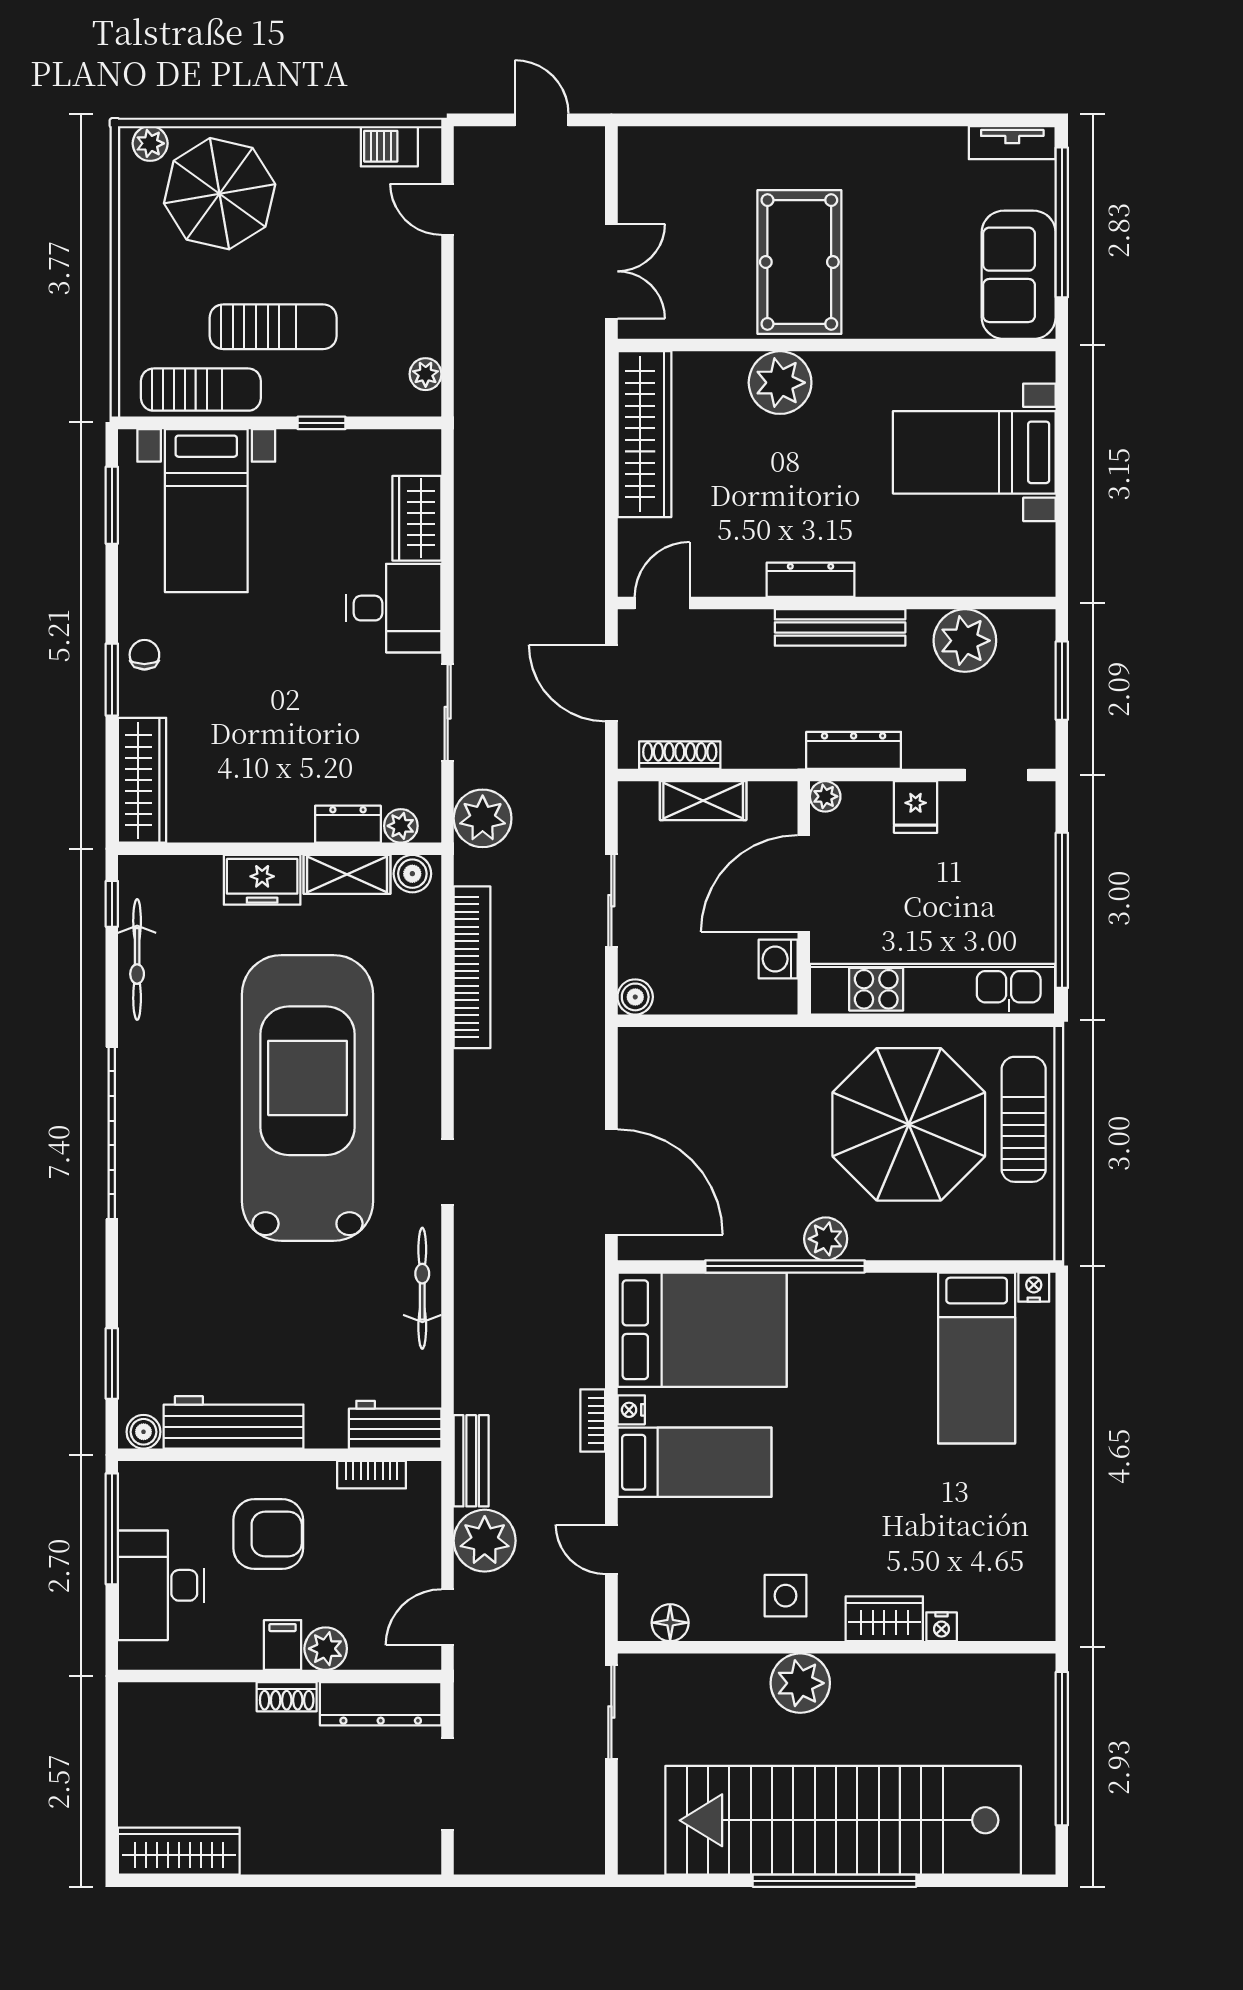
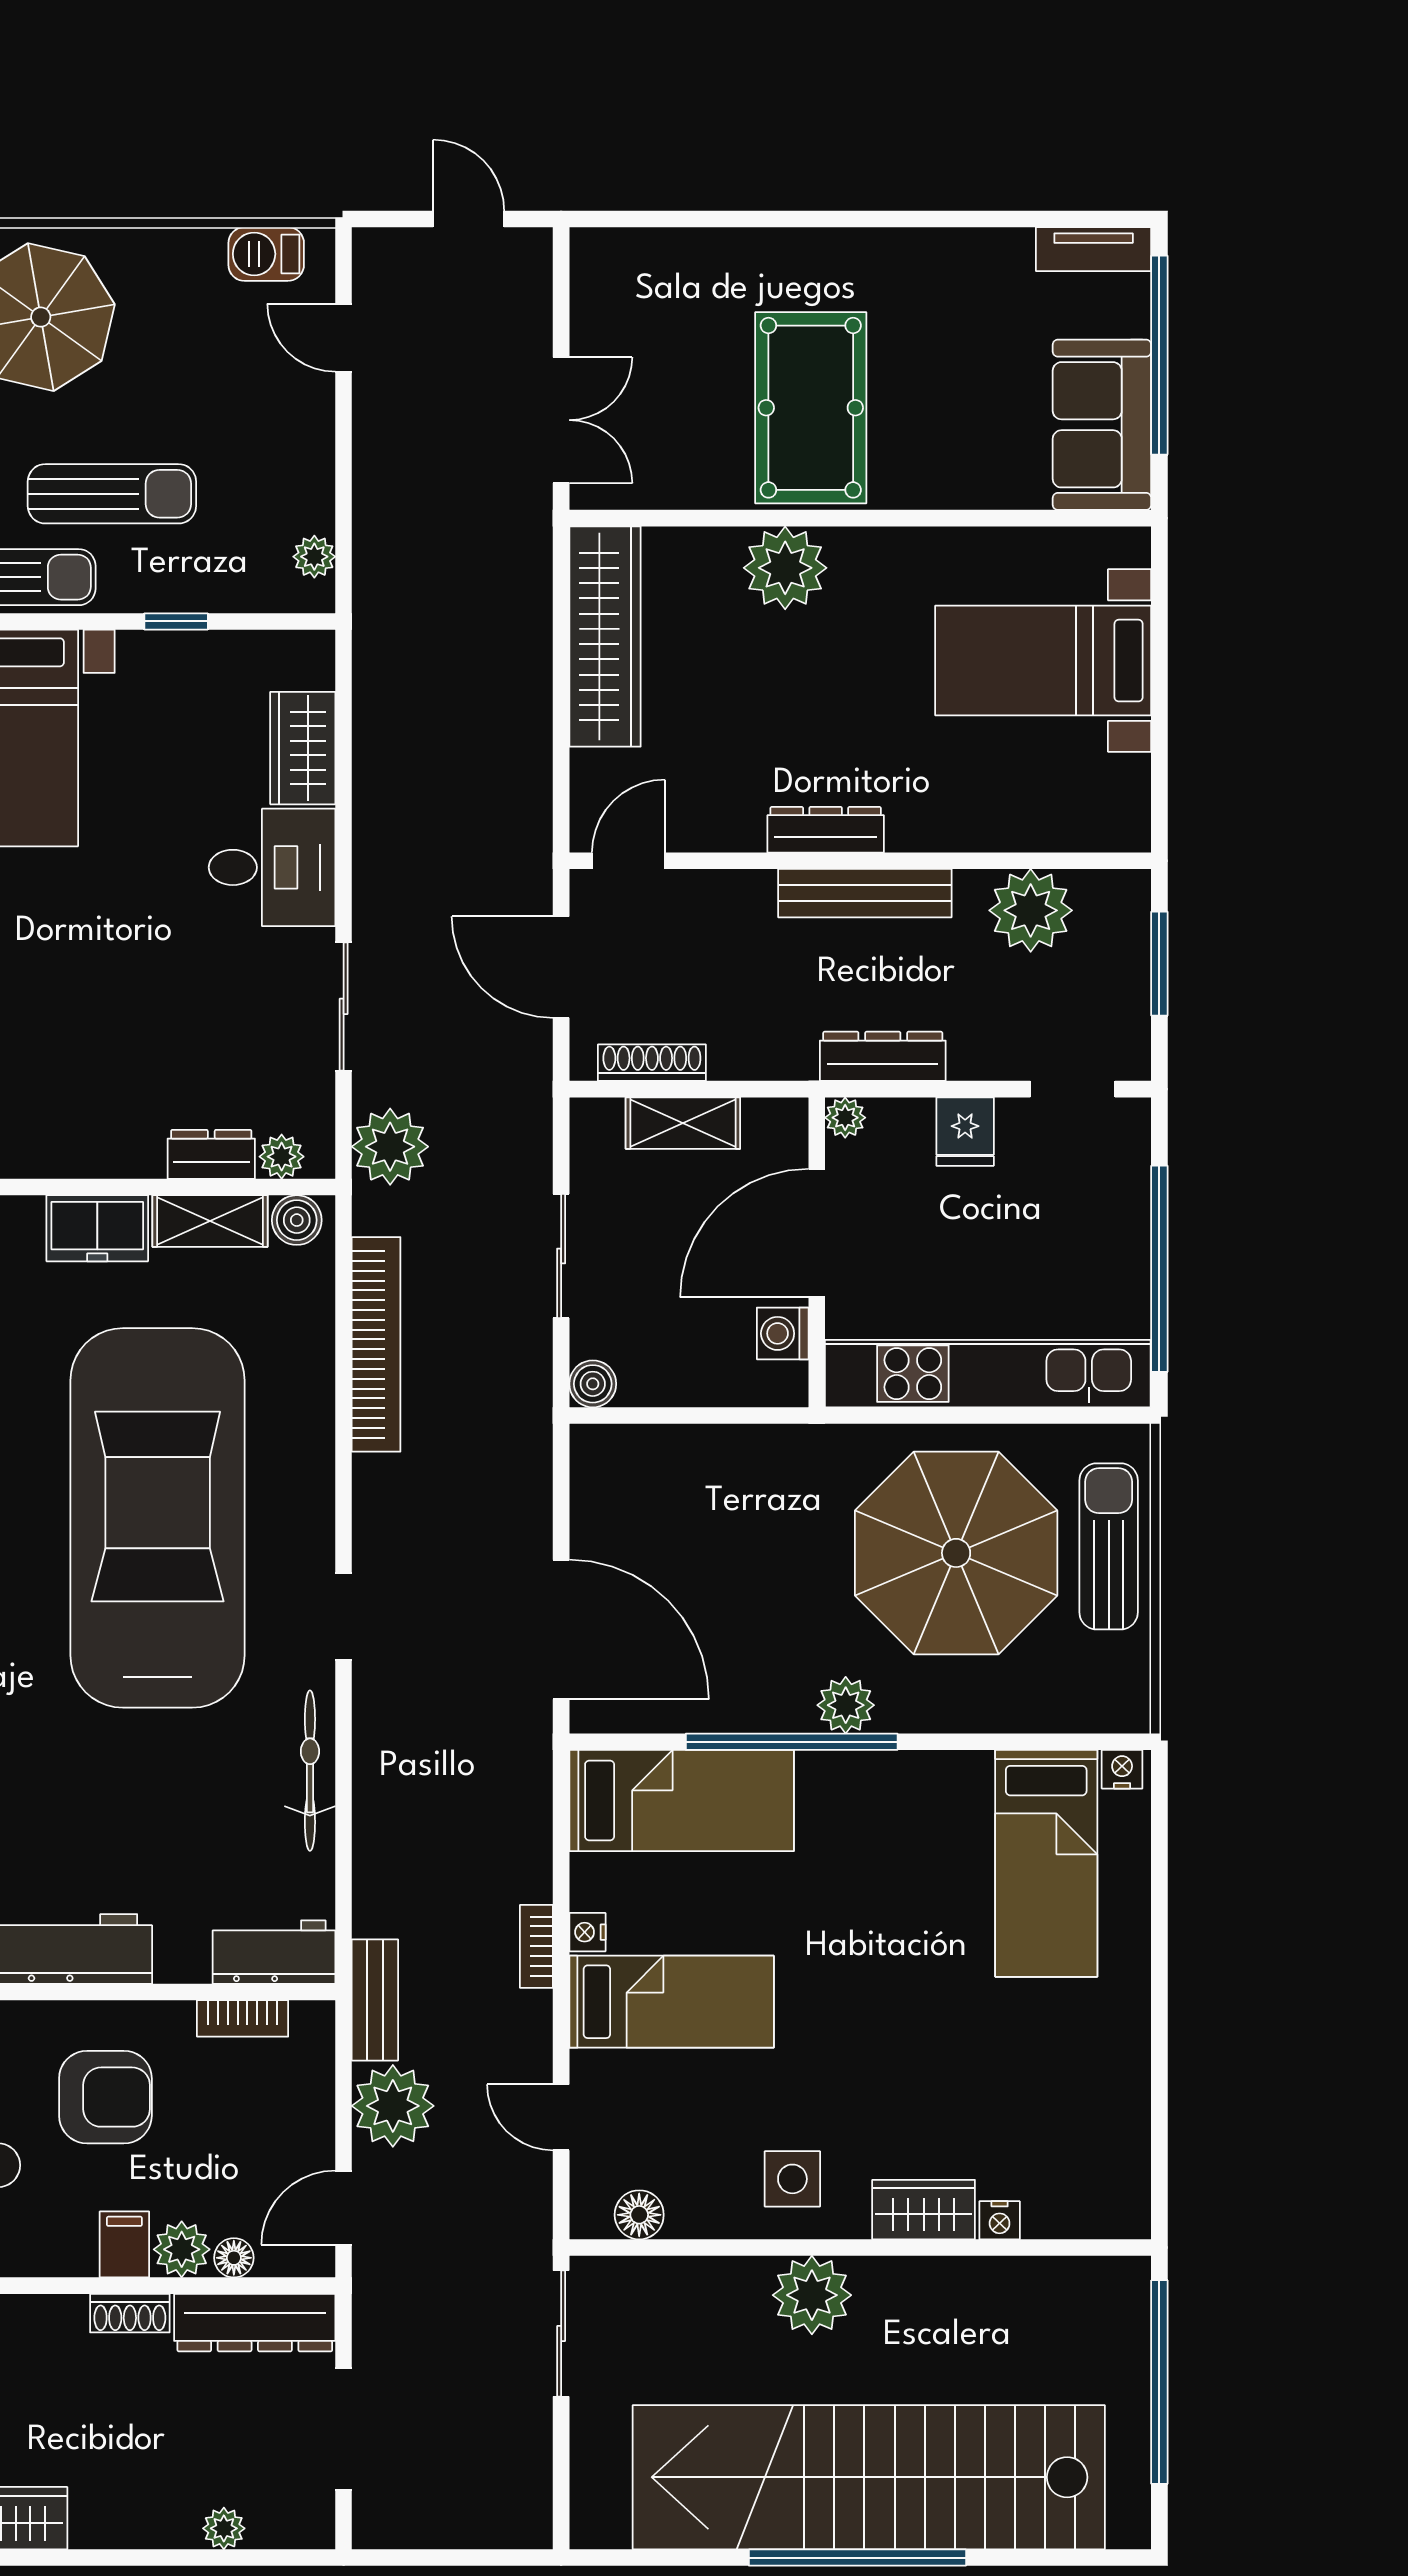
bed: (702, 1330) -> (682, 1800), width x0.67
floor lamp: (365, 1655) -> (234, 2258), added
plant: (357, 1859) -> (224, 2528), added

